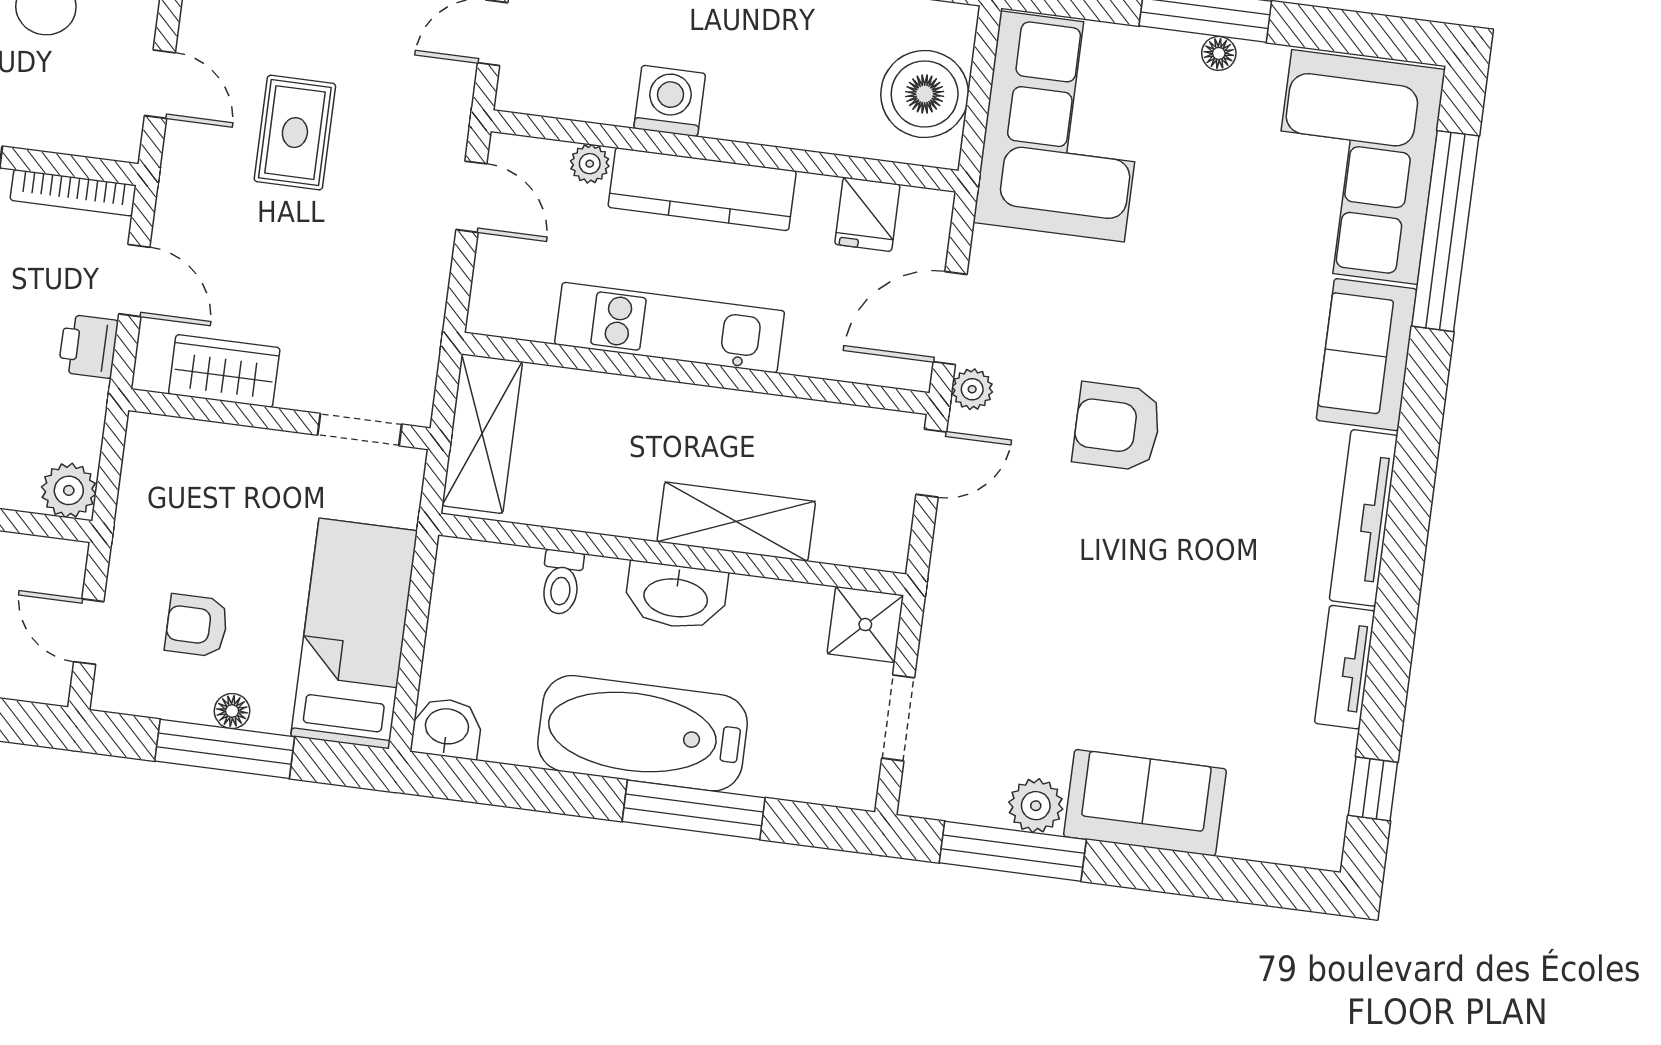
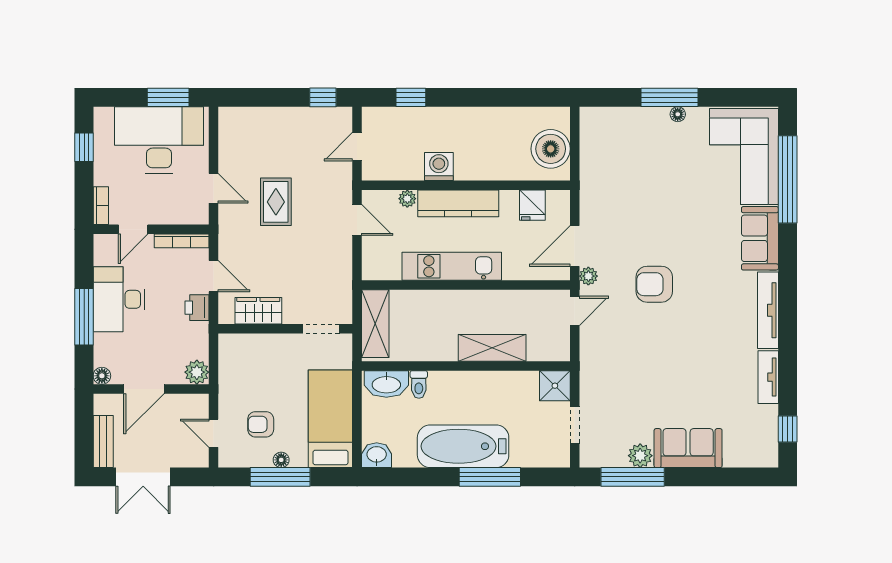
corner sofa: (1062, 126) -> (613, 155), removed
washbasin: (676, 596) -> (386, 384), moved

